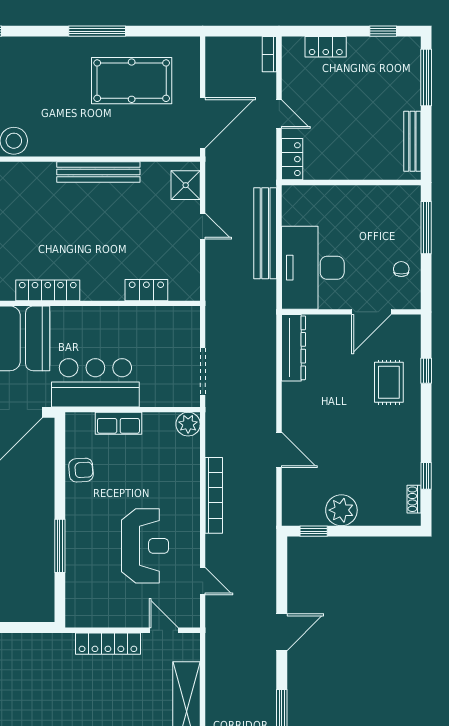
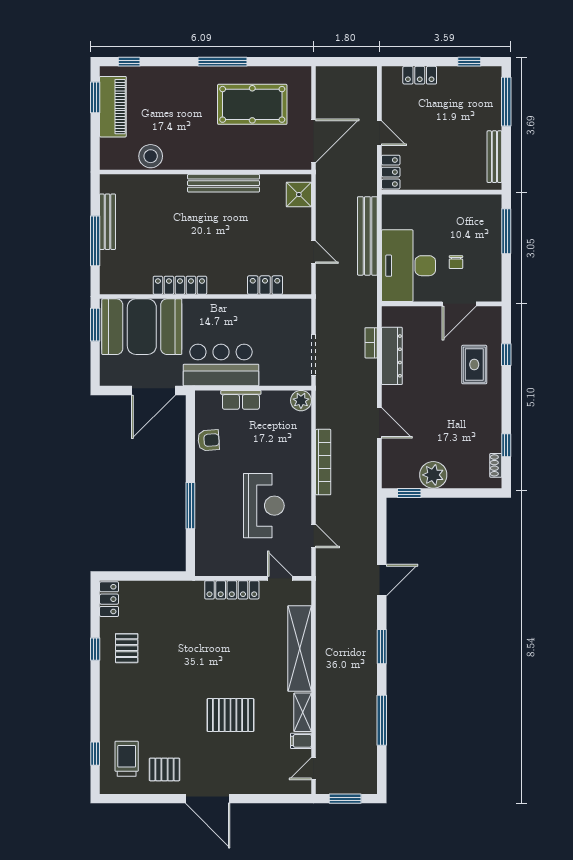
bookcase: (269, 54) -> (371, 343), moved
door: (203, 226) -> (314, 252), moved
chair: (401, 269) -> (456, 262), moved, turned 180
dresser: (293, 348) -> (392, 356), moved

